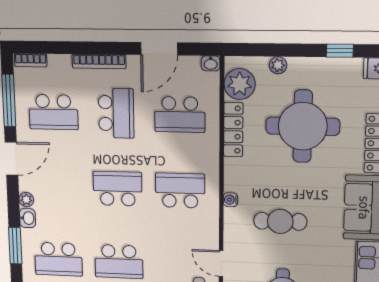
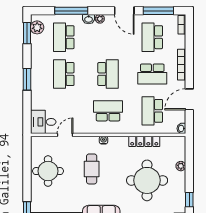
door: (159, 49) -> (189, 99), hinge flipped
plant: (240, 84) -> (170, 145), removed
school desk: (180, 191) -> (108, 111), turned -90
window: (15, 246) -> (71, 11), width x1.44

